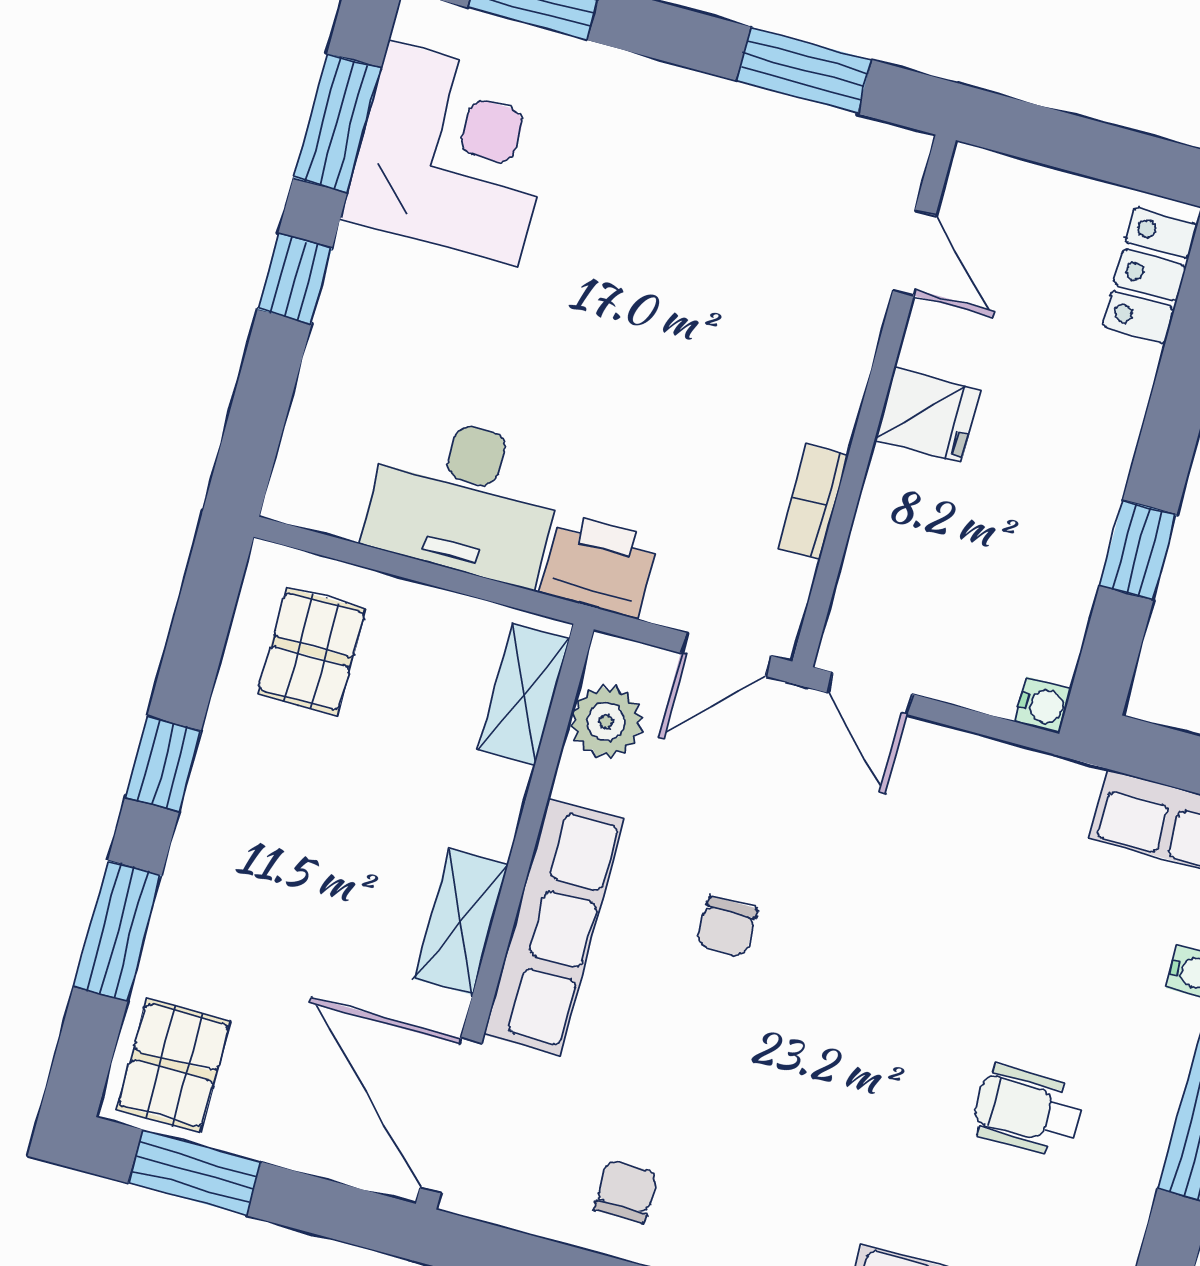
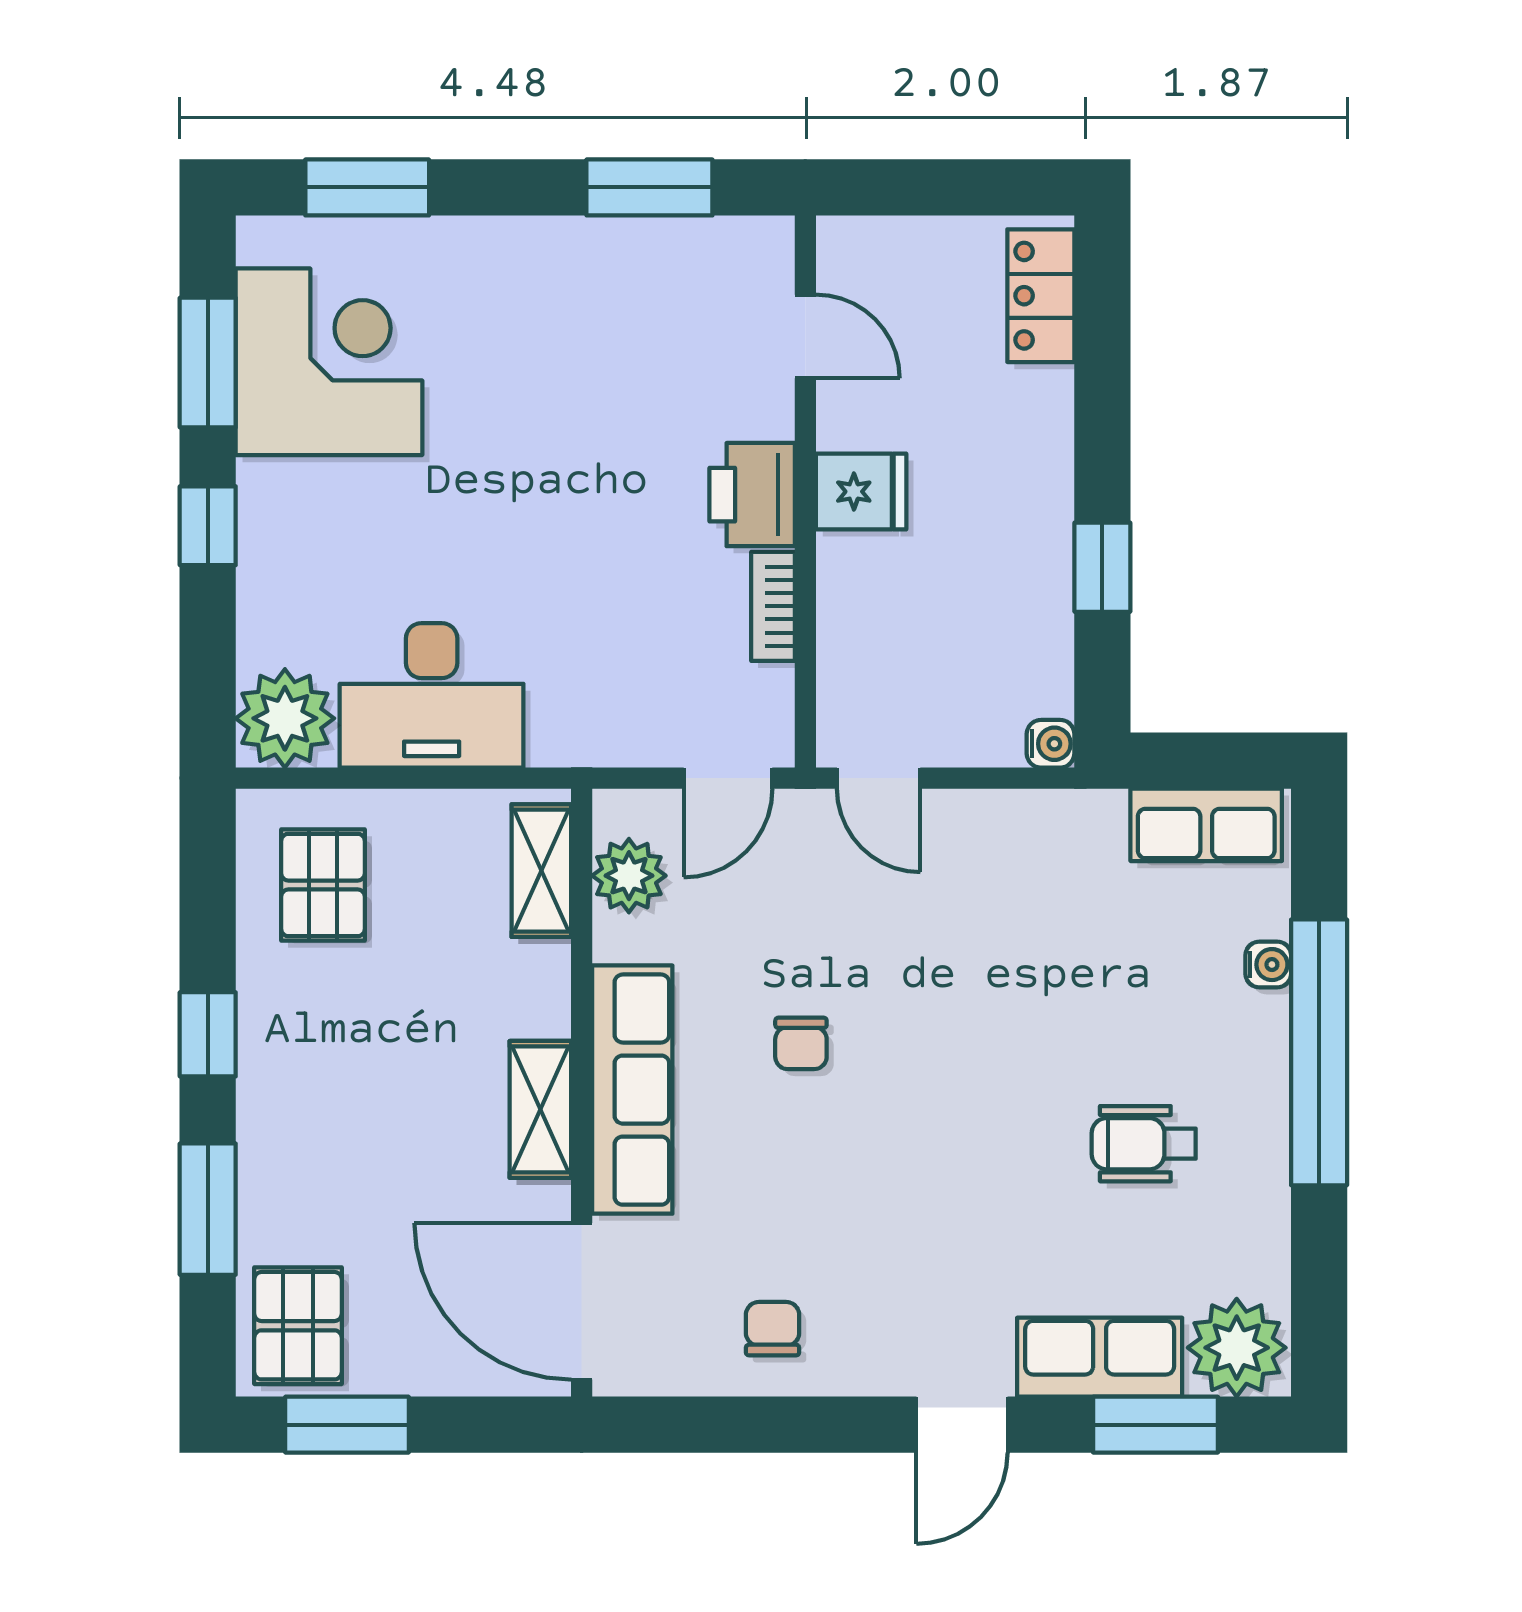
plant: (319, 482) -> (285, 718), added
printer: (599, 565) -> (752, 495), moved, turned -90

